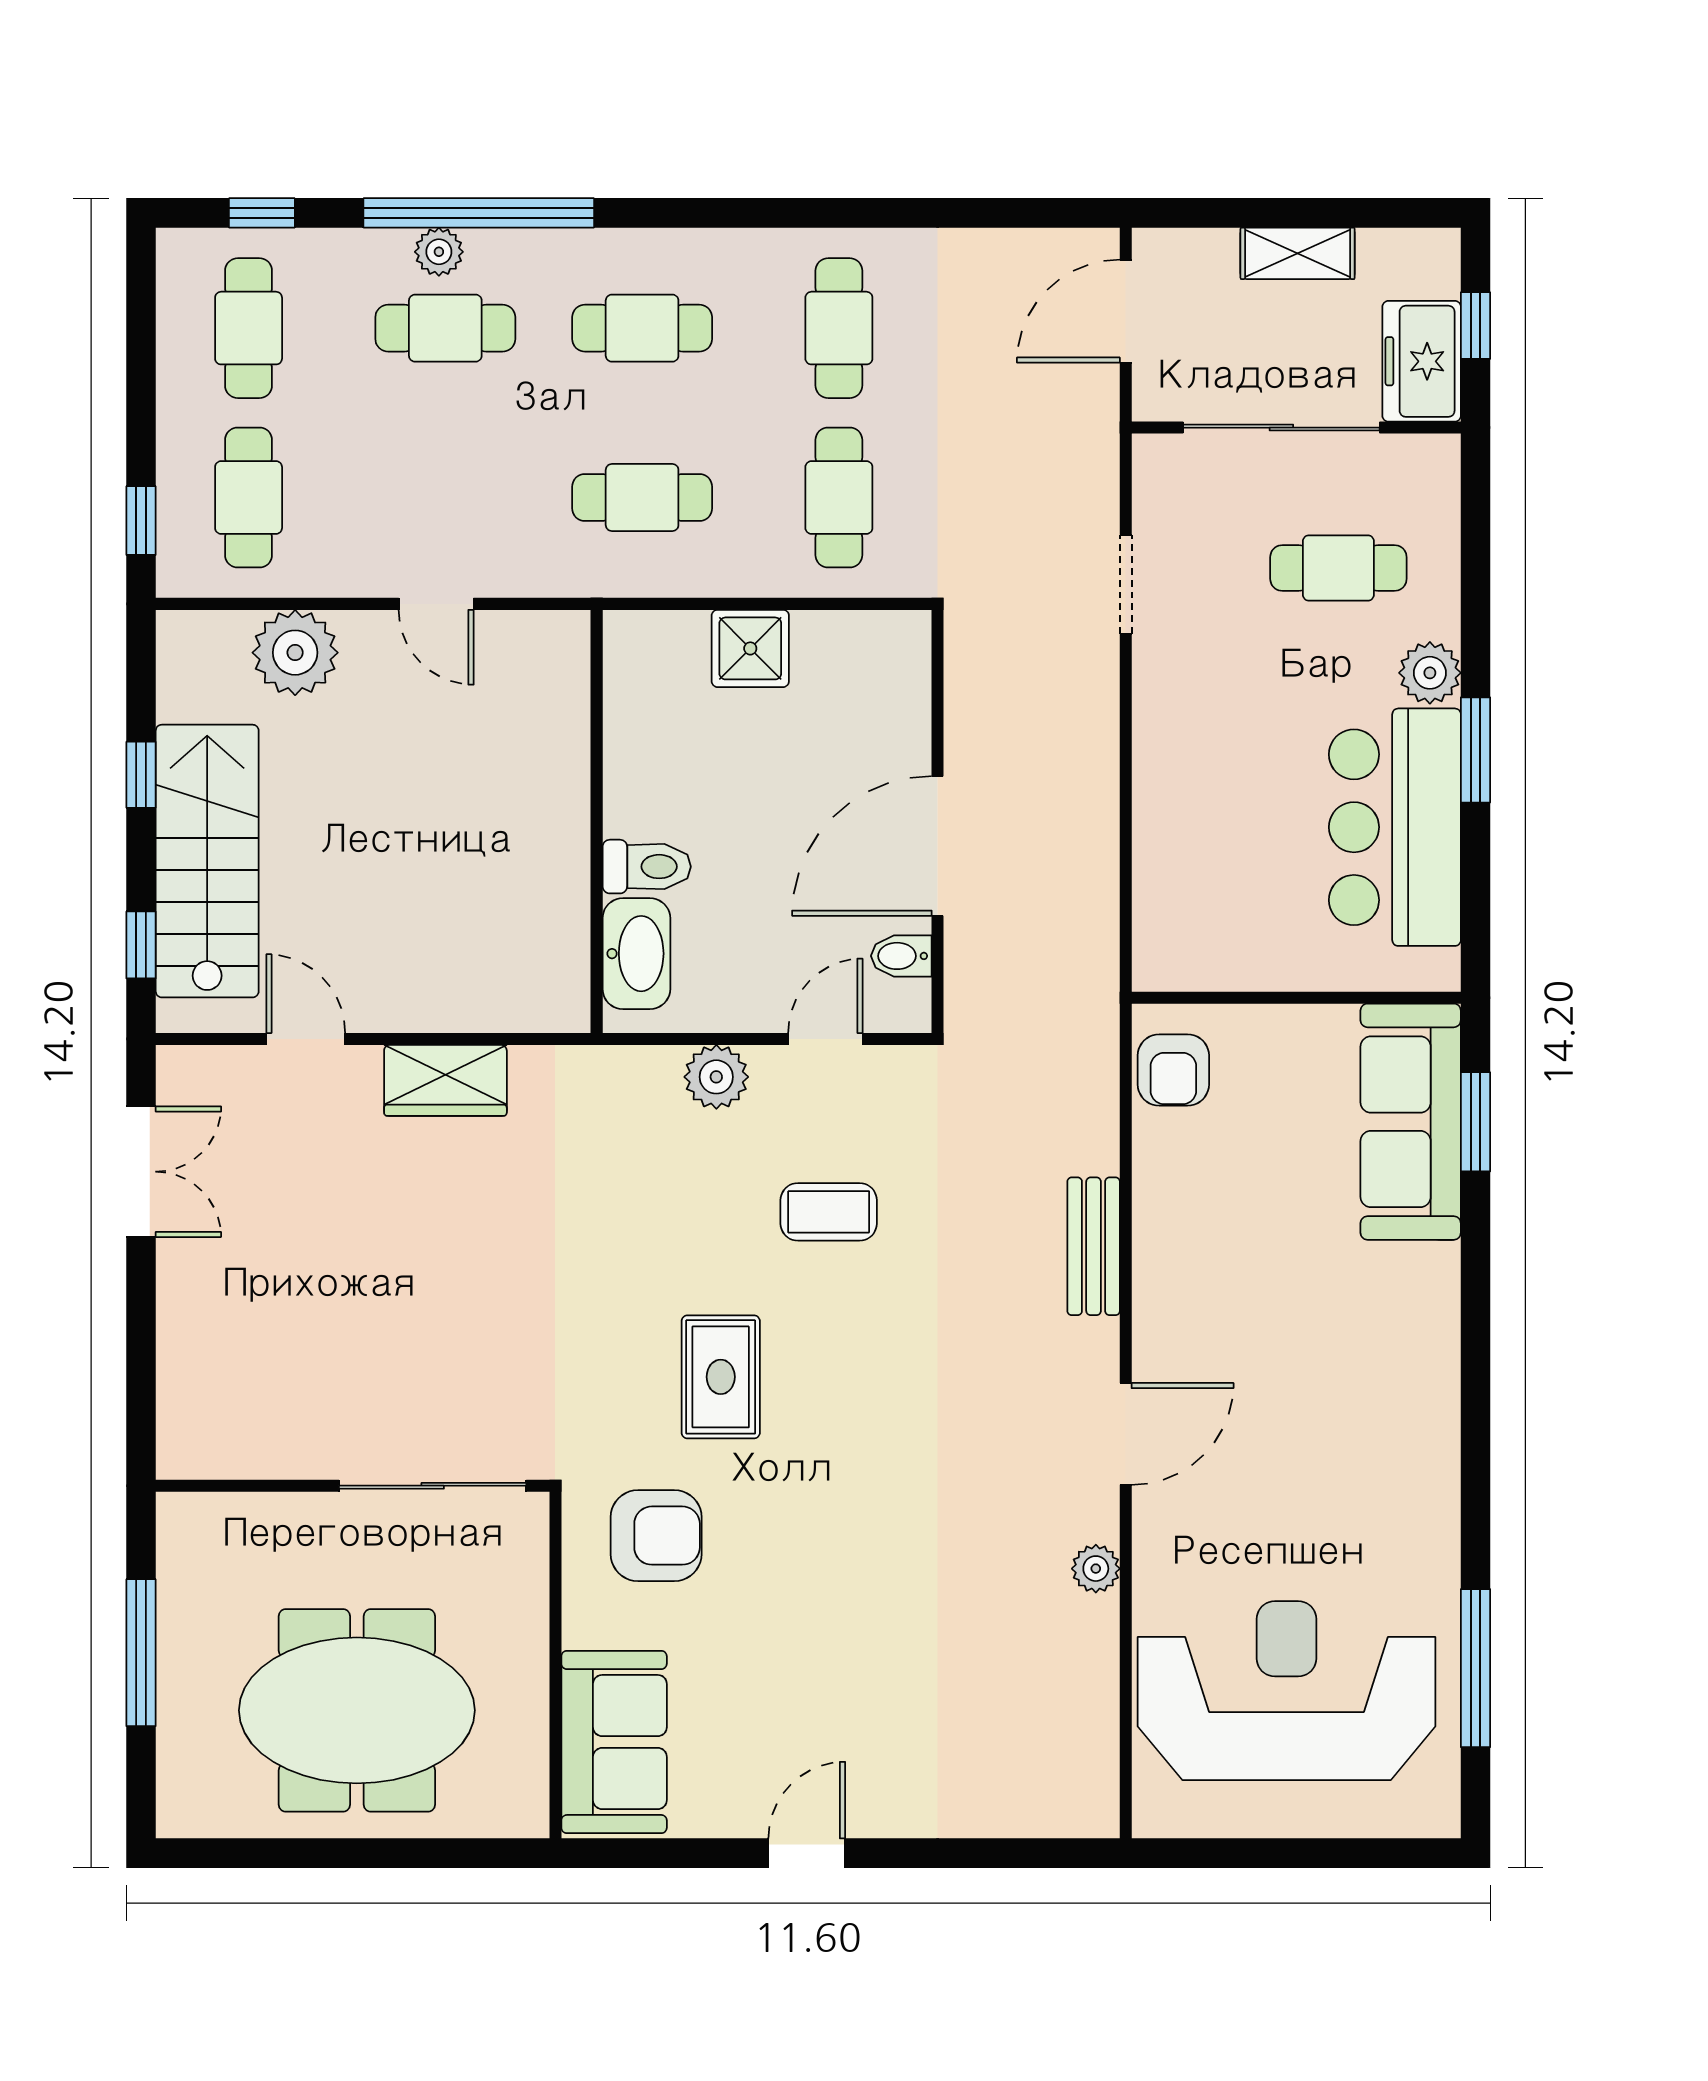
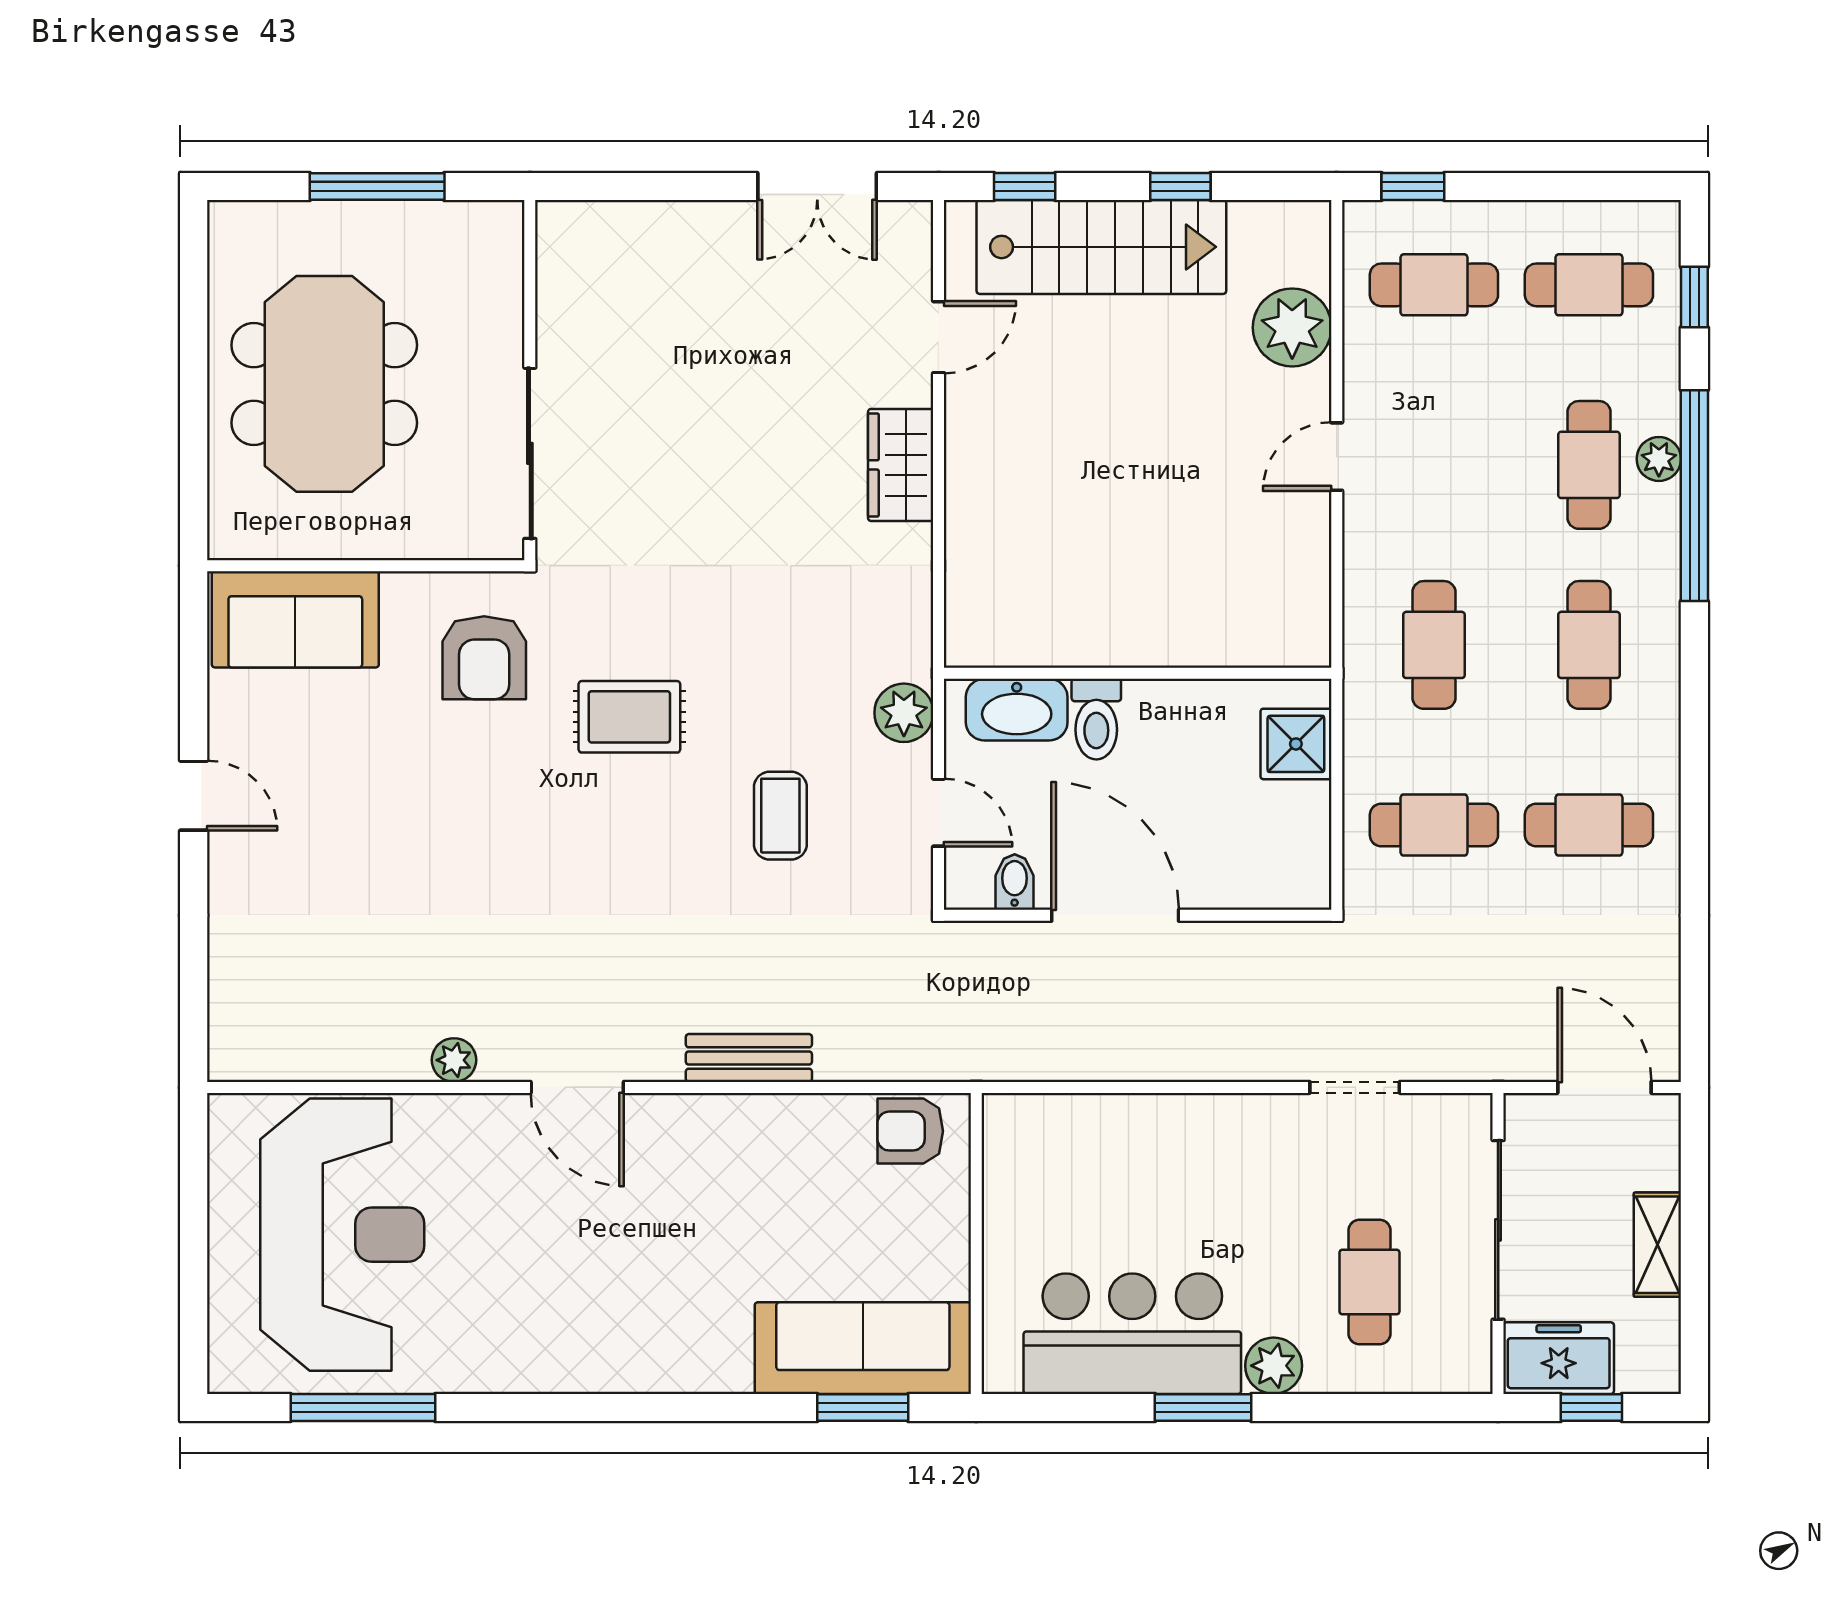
wall: (597, 821) -> (1138, 673), moved
toilet: (647, 867) -> (1096, 719), moved
washbasin: (636, 954) -> (1017, 710), moved

